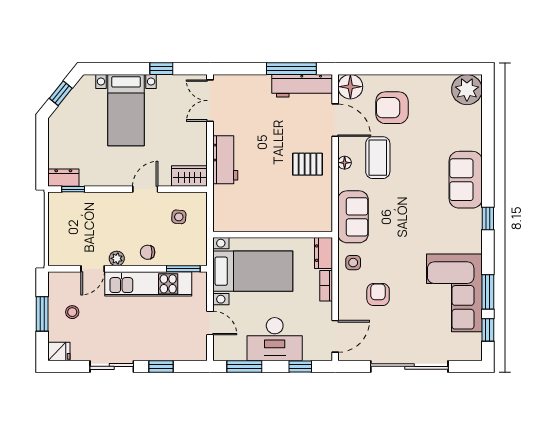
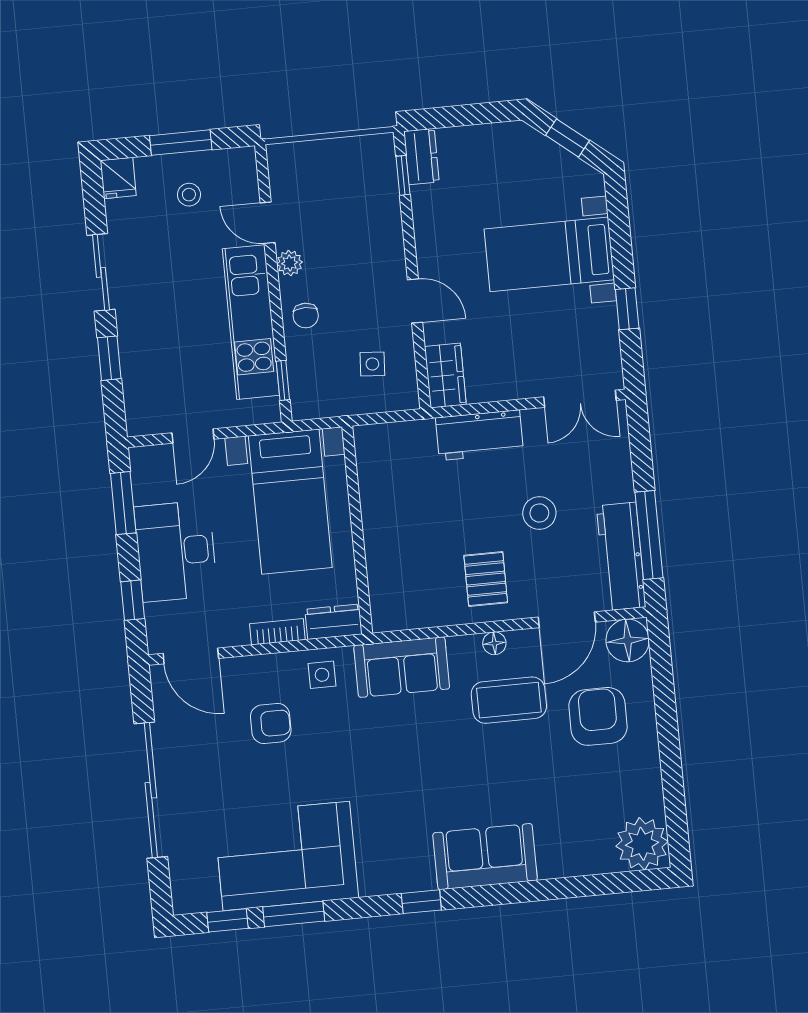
double door: (210, 101) -> (580, 399), swing flipped
stool: (273, 130) -> (539, 513), added
chair: (148, 252) -> (306, 316), turned 180
window: (183, 269) -> (283, 380), width x0.67

